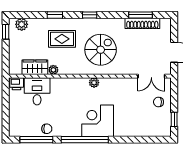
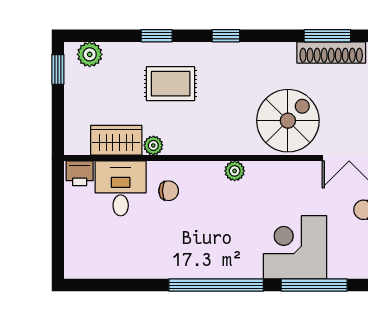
spiral stairs: (101, 50) -> (288, 121), moved
corner desk: (98, 121) -> (295, 247), moved
chair: (47, 129) -> (169, 191), moved
window: (36, 140) -> (314, 285), moved

